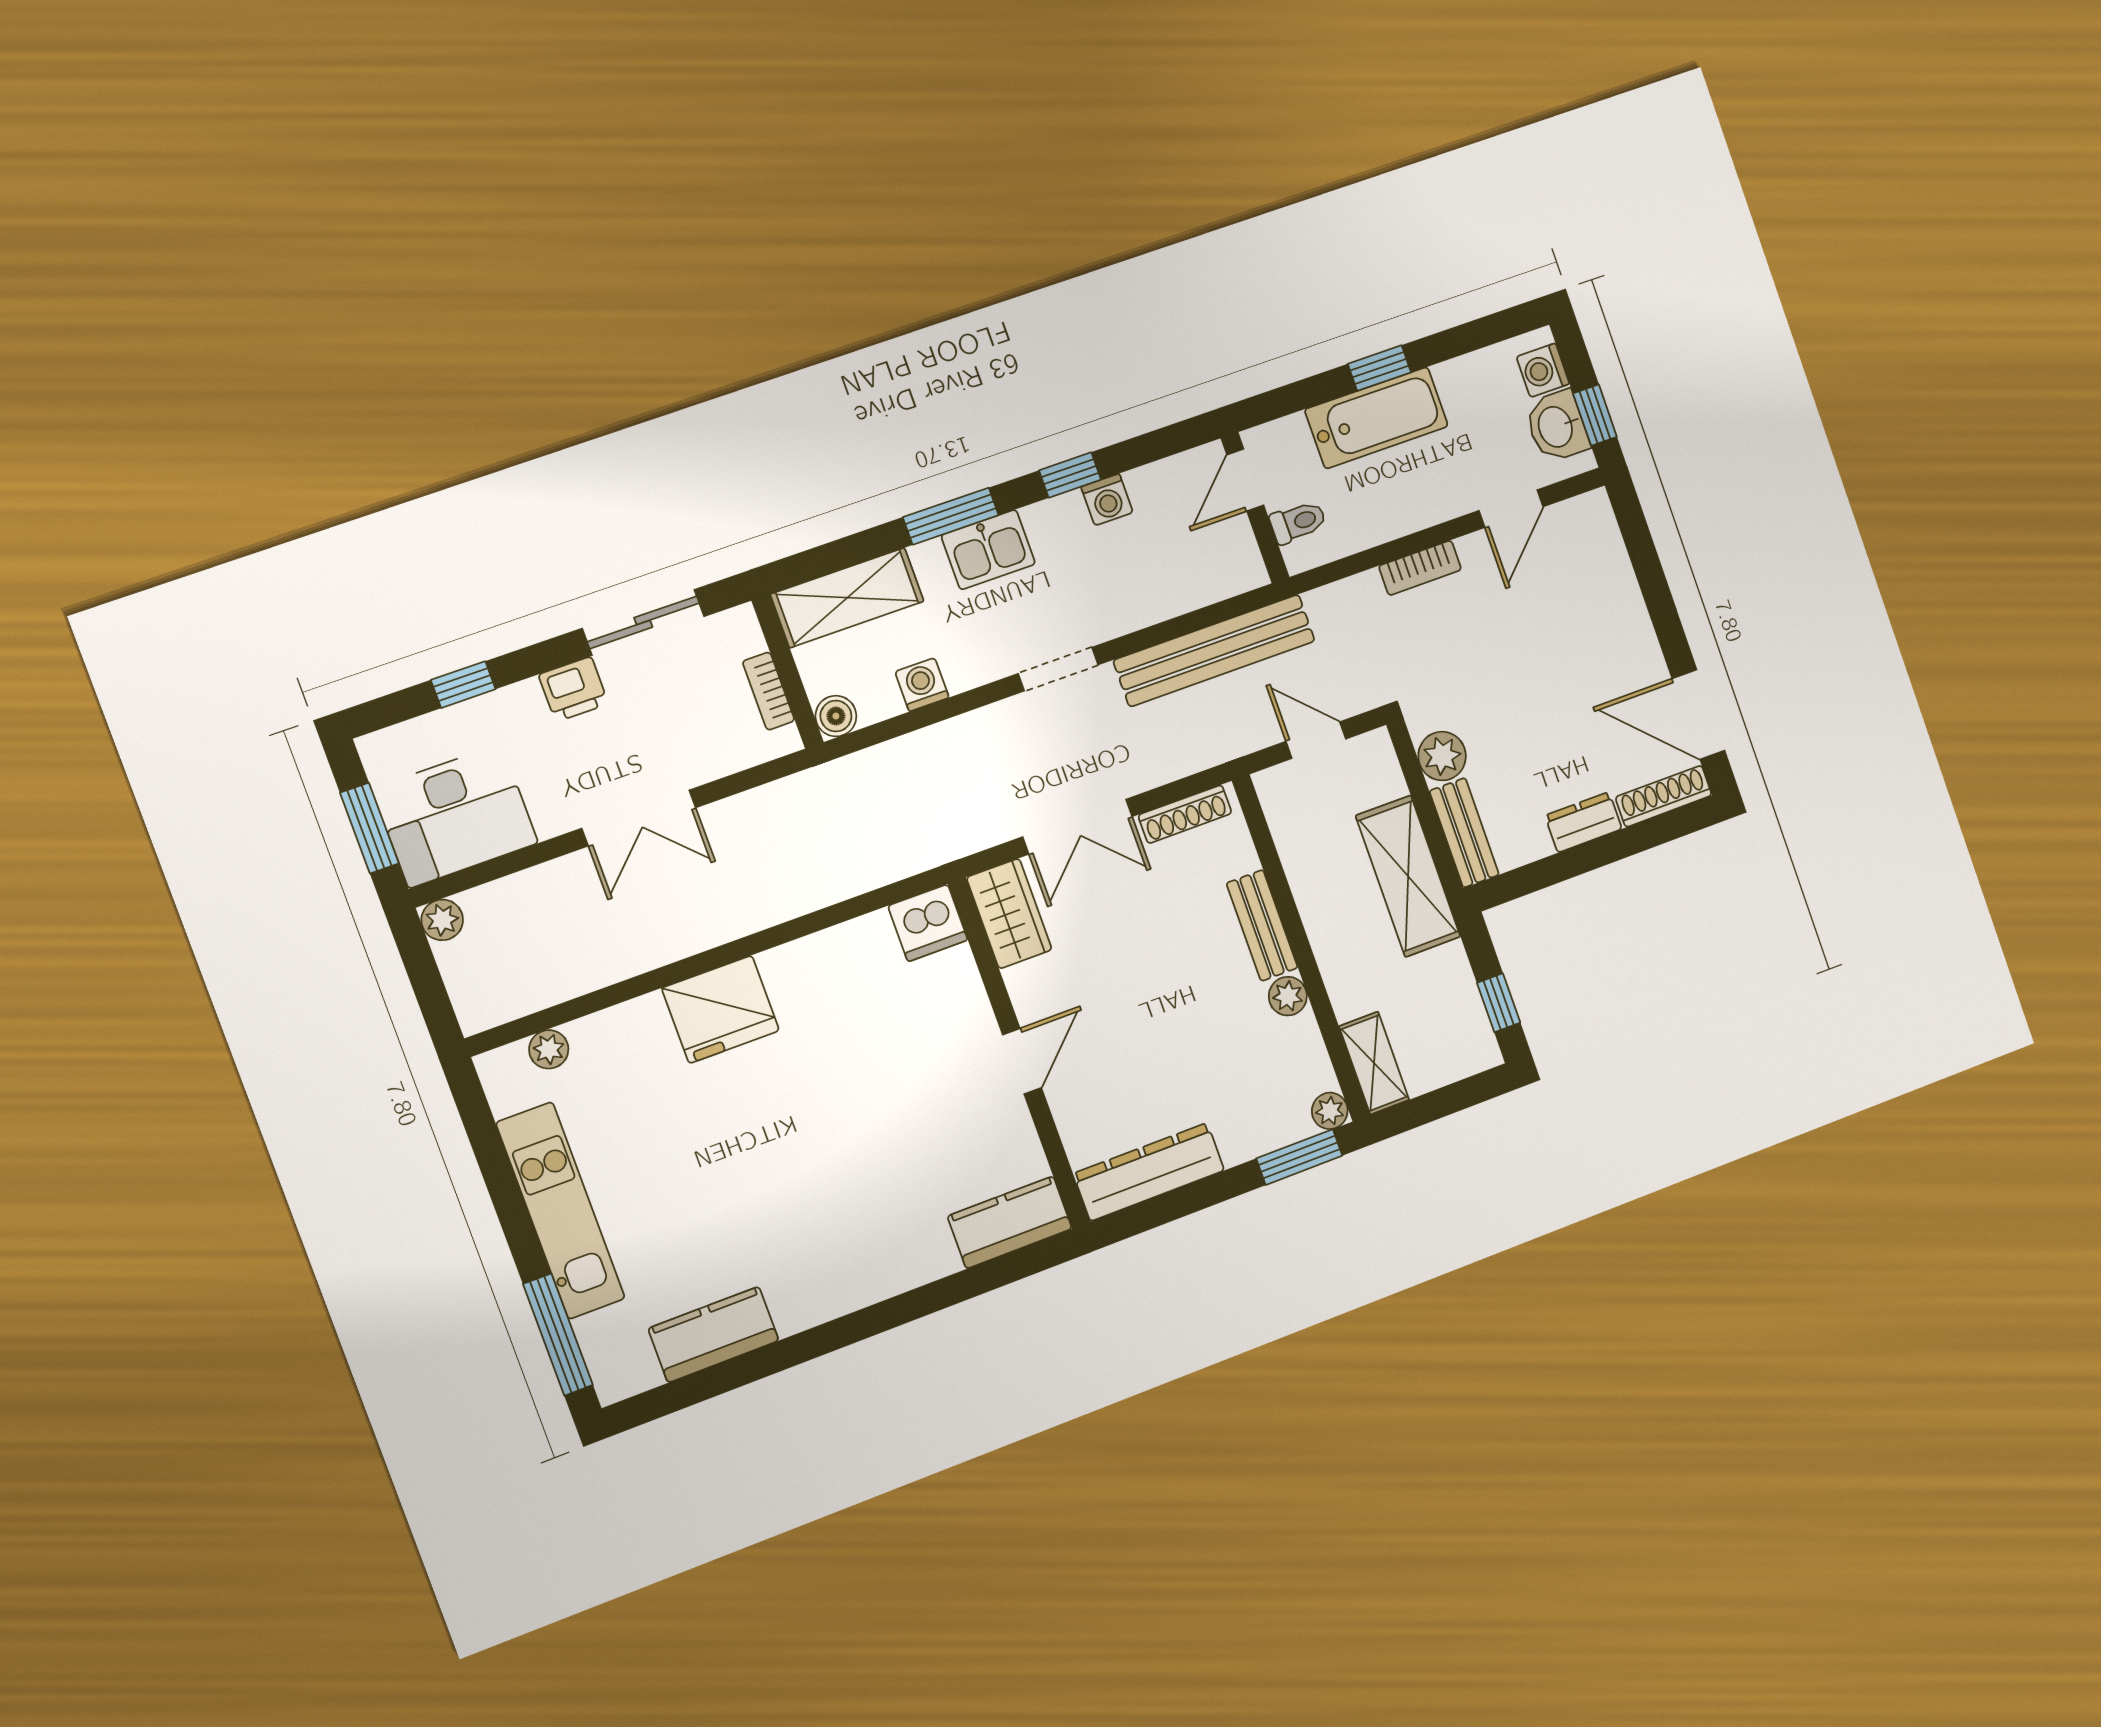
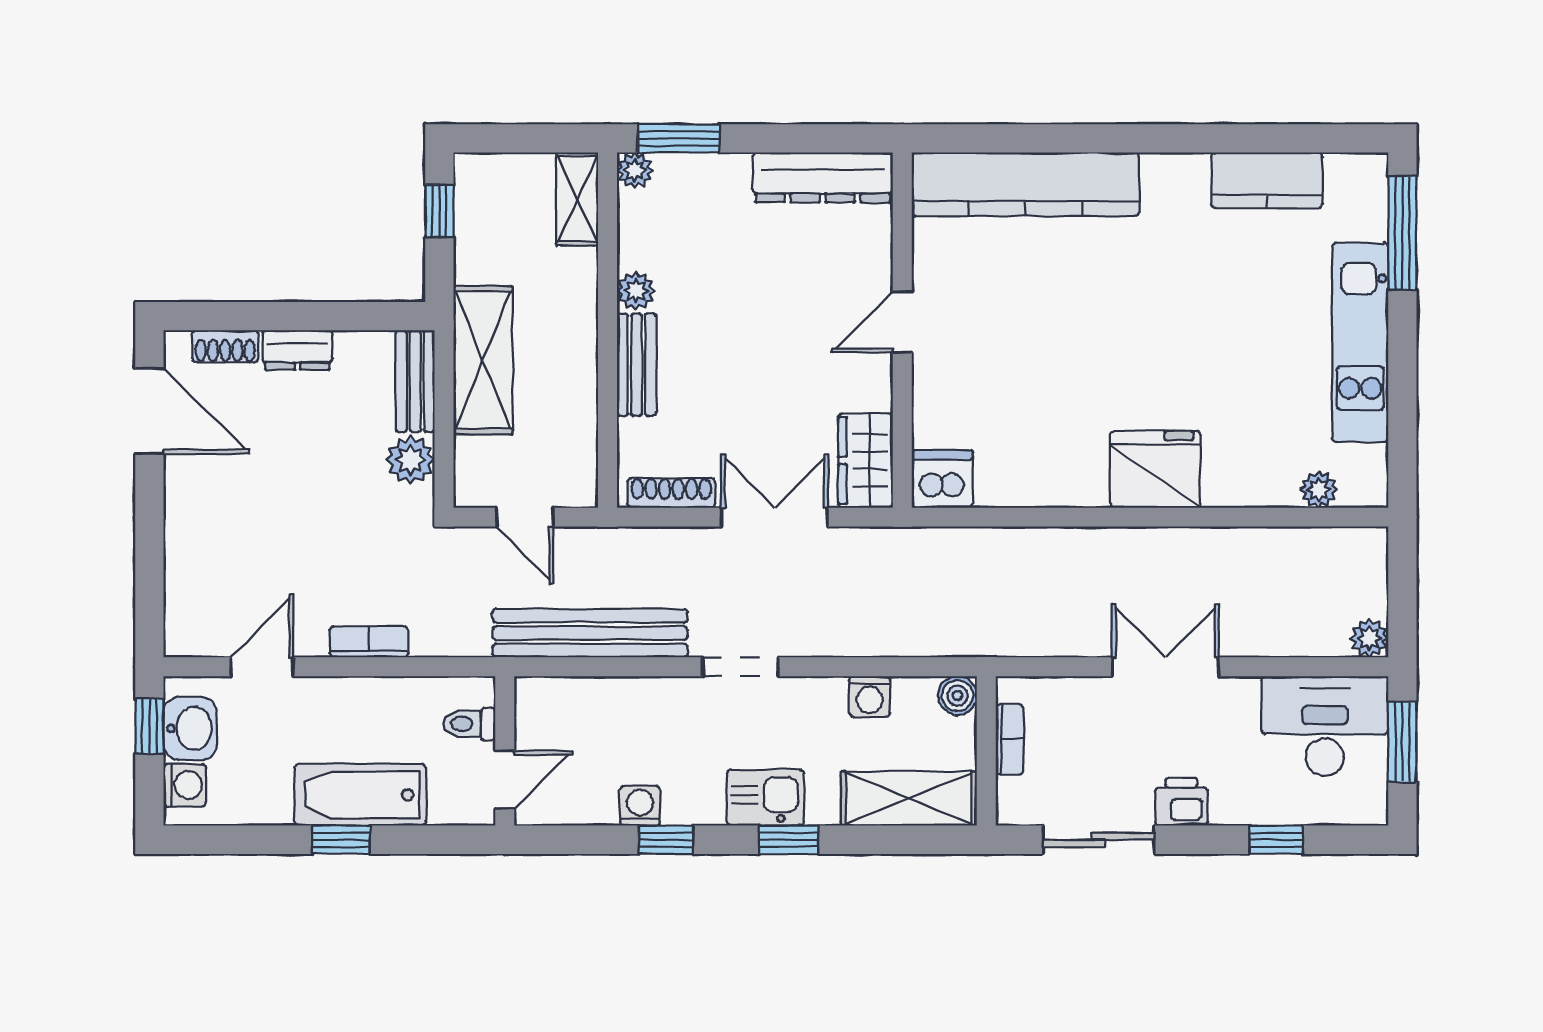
window: (951, 516) -> (789, 840), width x0.67
shoe rack: (1664, 796) -> (225, 346), width x0.70
kitchen counter: (1010, 1222) -> (1025, 184), width x2.08, depth x1.17

